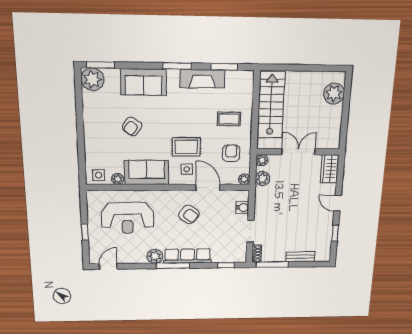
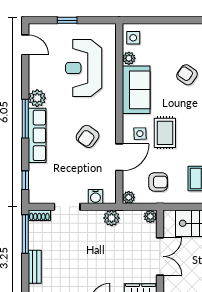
plant: (263, 178) -> (112, 218), moved

